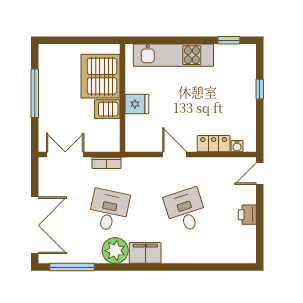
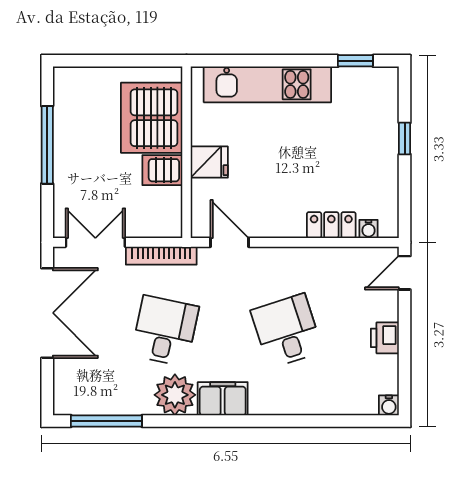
door: (175, 155) -> (229, 242), moved
bookcase: (107, 163) -> (161, 256), width x1.56
double door: (35, 225) -> (47, 313), moved
water cooler: (250, 257) -> (389, 405), added

